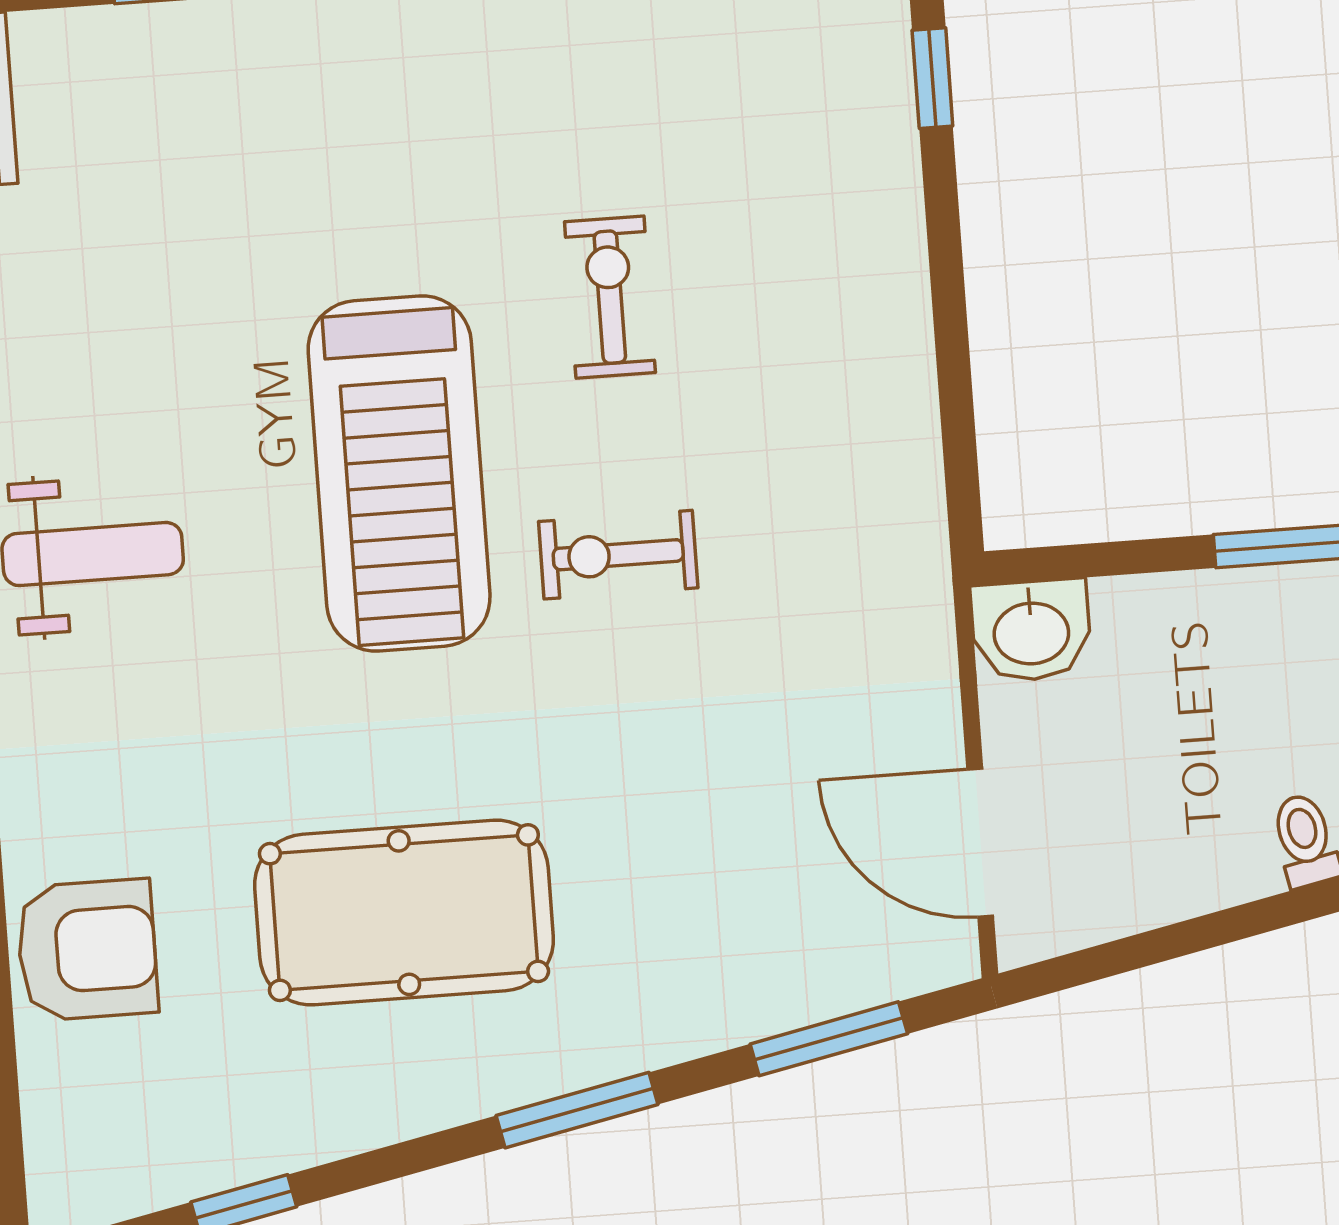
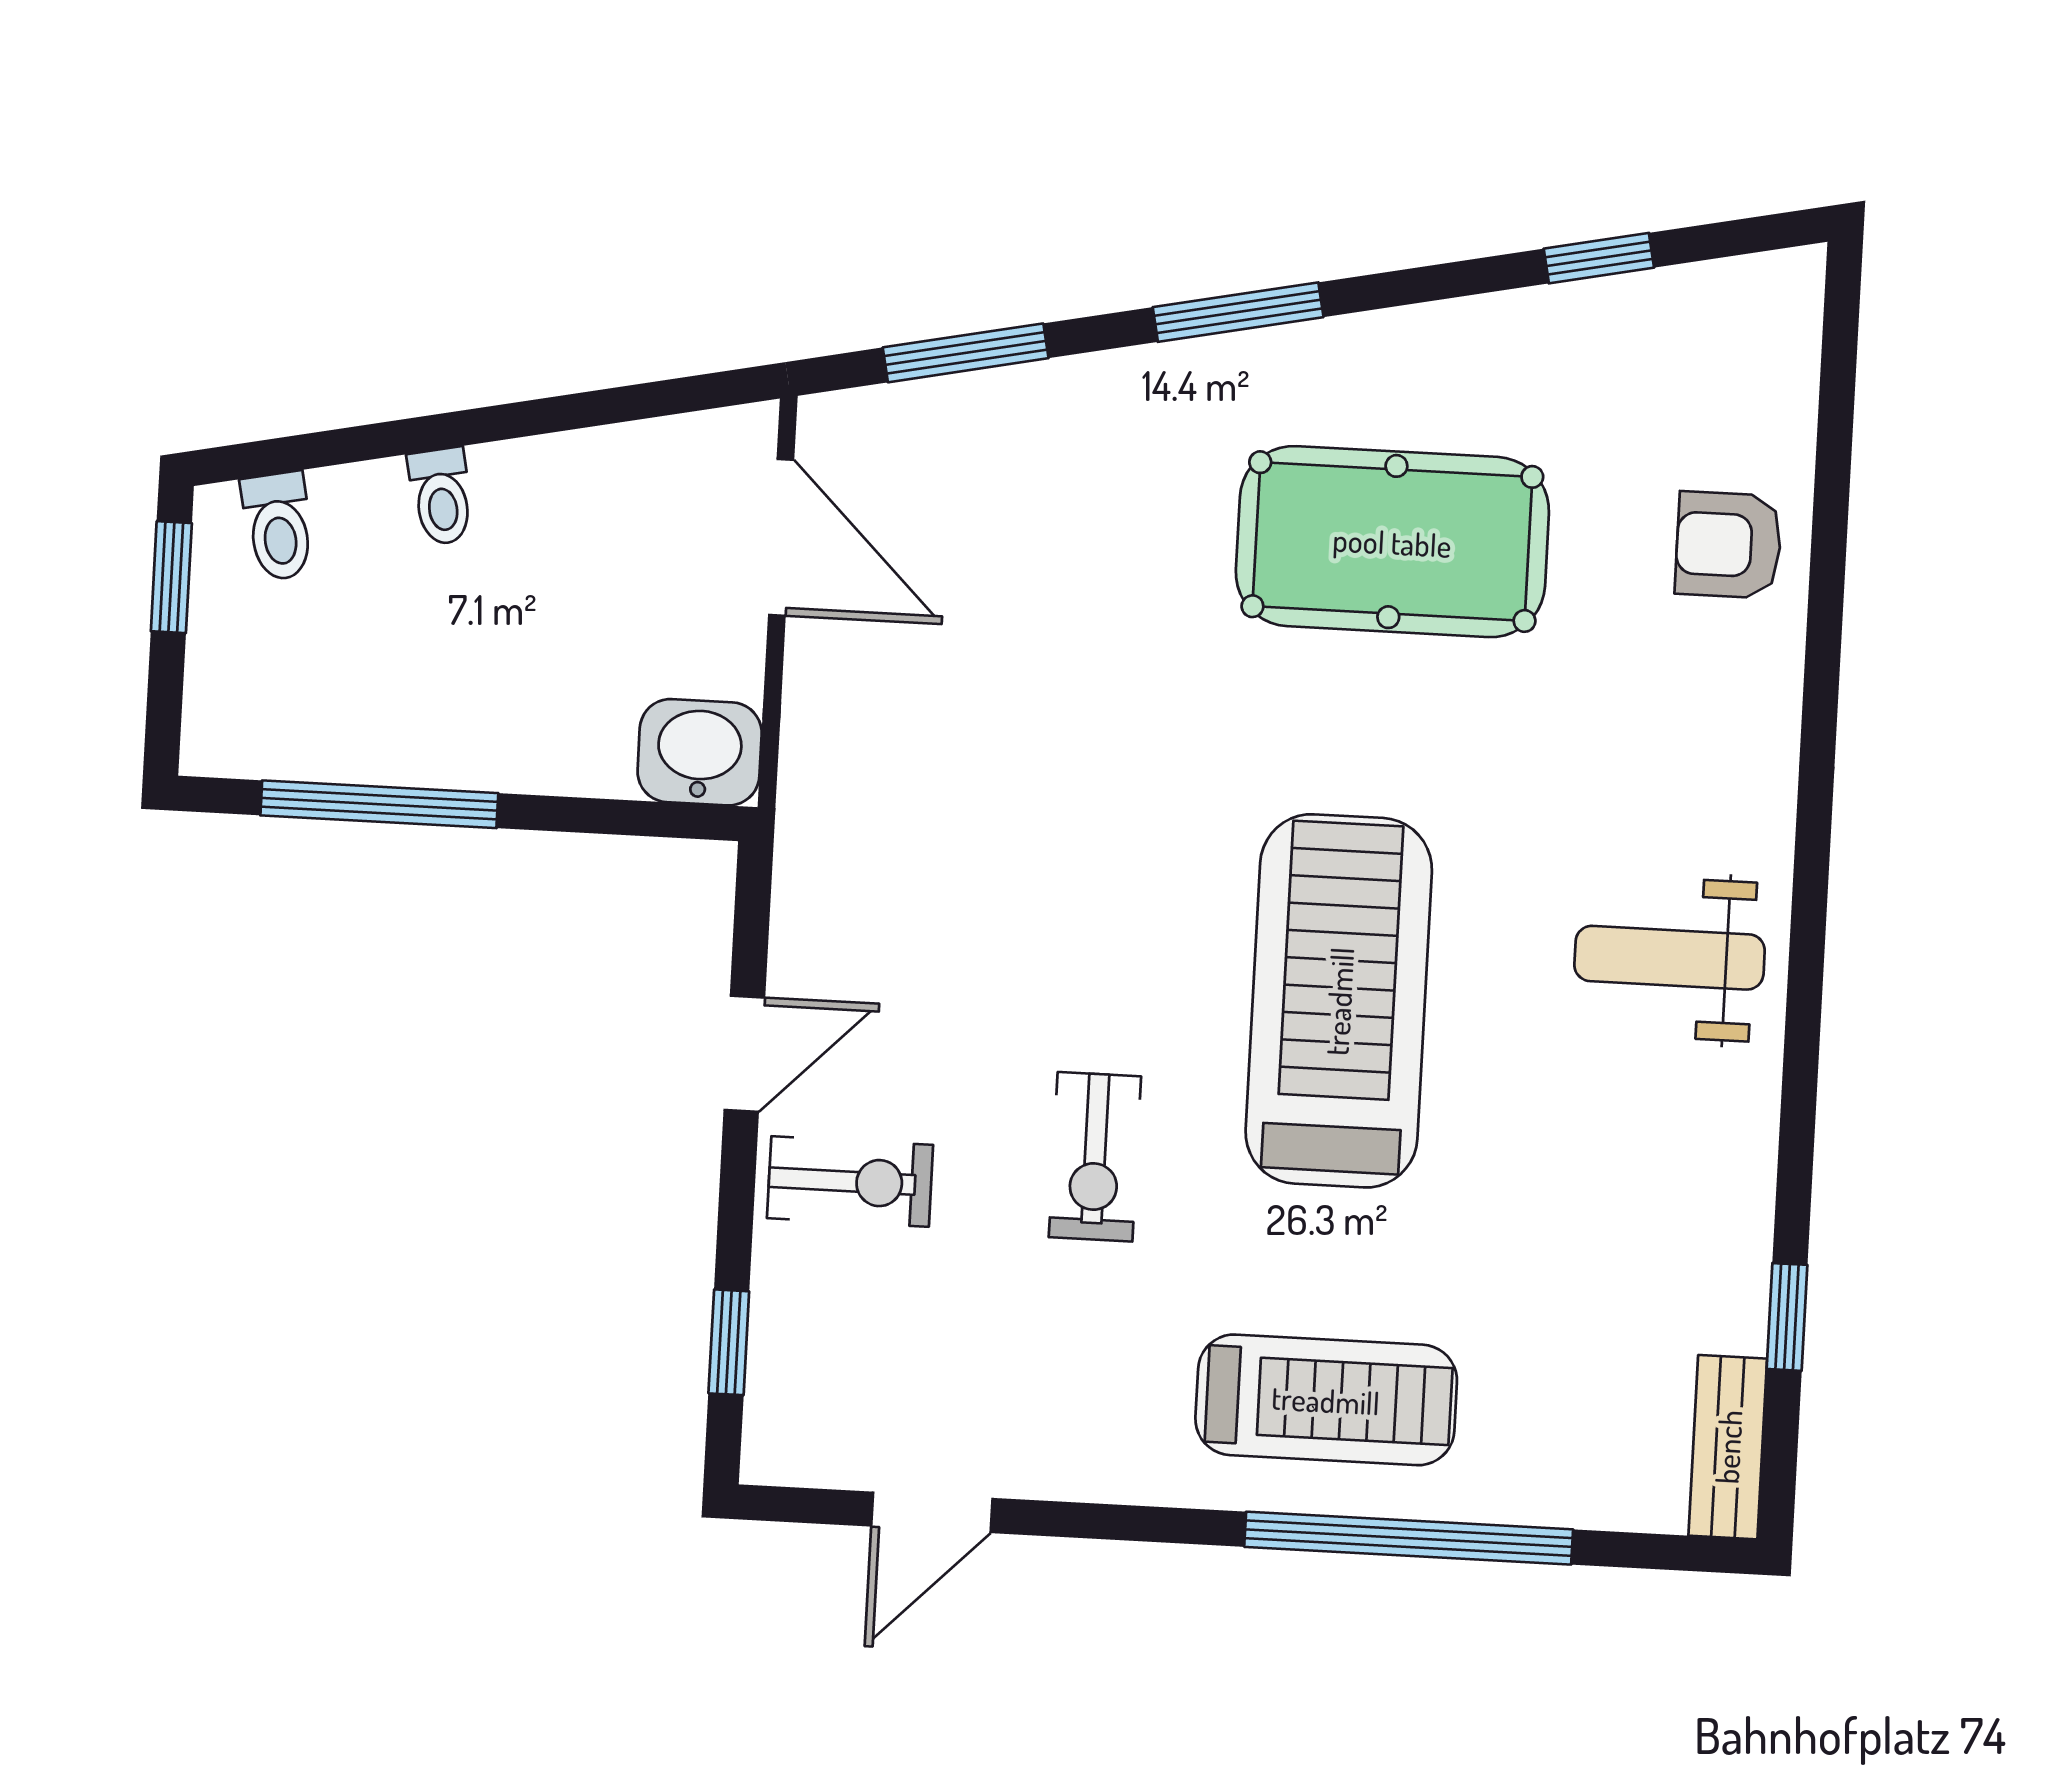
treadmill: (363, 96) -> (1326, 1400), added
door: (953, 352) -> (744, 1054), added
exercise bike: (618, 555) -> (850, 1182), moved
armchair: (87, 950) -> (1728, 545), width x0.72, depth x0.72

